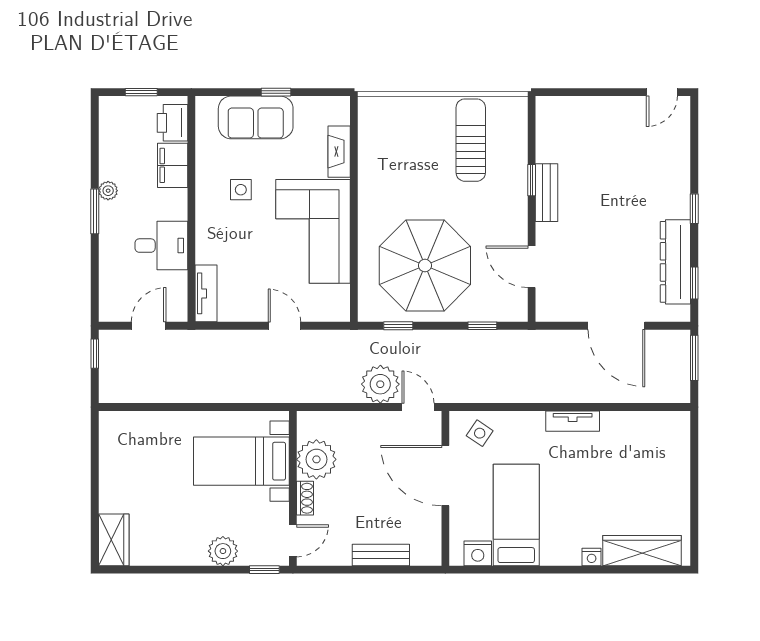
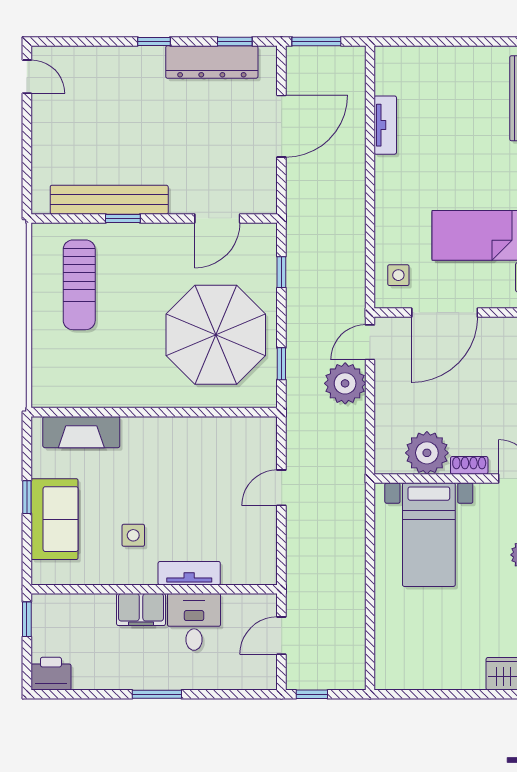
window: (141, 92) -> (27, 619), moved
printer: (172, 123) -> (51, 674), moved, turned 180
sun lounger: (471, 140) -> (79, 285), turned -90
fireplace: (339, 152) -> (81, 432), width x1.37, depth x1.32
filing cabinet: (173, 165) -> (141, 610), moved
plant: (108, 191) -> (134, 680), removed
bench: (547, 193) -> (109, 200), width x1.86, depth x1.21
corner sofa: (313, 231) -> (179, 457), removed
tv unit: (206, 293) -> (189, 573), moved
door: (149, 326) -> (281, 636), hinge flipped
tv unit: (573, 421) -> (385, 125), moved
side table: (480, 433) -> (398, 275), turned -34

